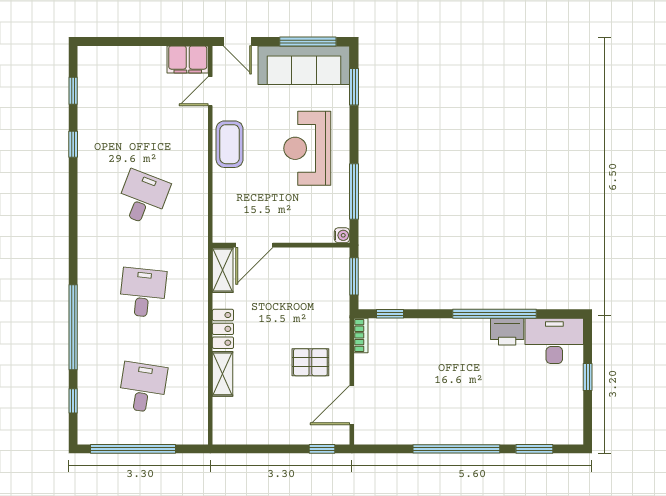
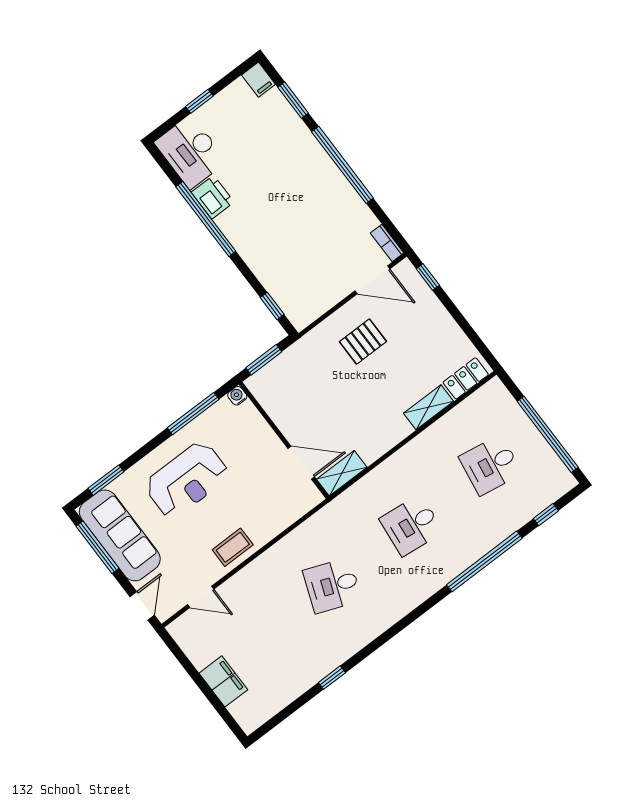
filing cabinet: (188, 59) -> (223, 681), moved
window: (73, 91) -> (288, 711), removed
coffee table: (230, 144) -> (233, 547), width x0.73, depth x0.77
locker: (223, 329) -> (466, 378), moved
bookcase: (361, 335) -> (387, 243), moved, turned -90
pallet: (310, 362) -> (363, 342), turned 90
filing cabinet: (570, 434) -> (258, 80), added

